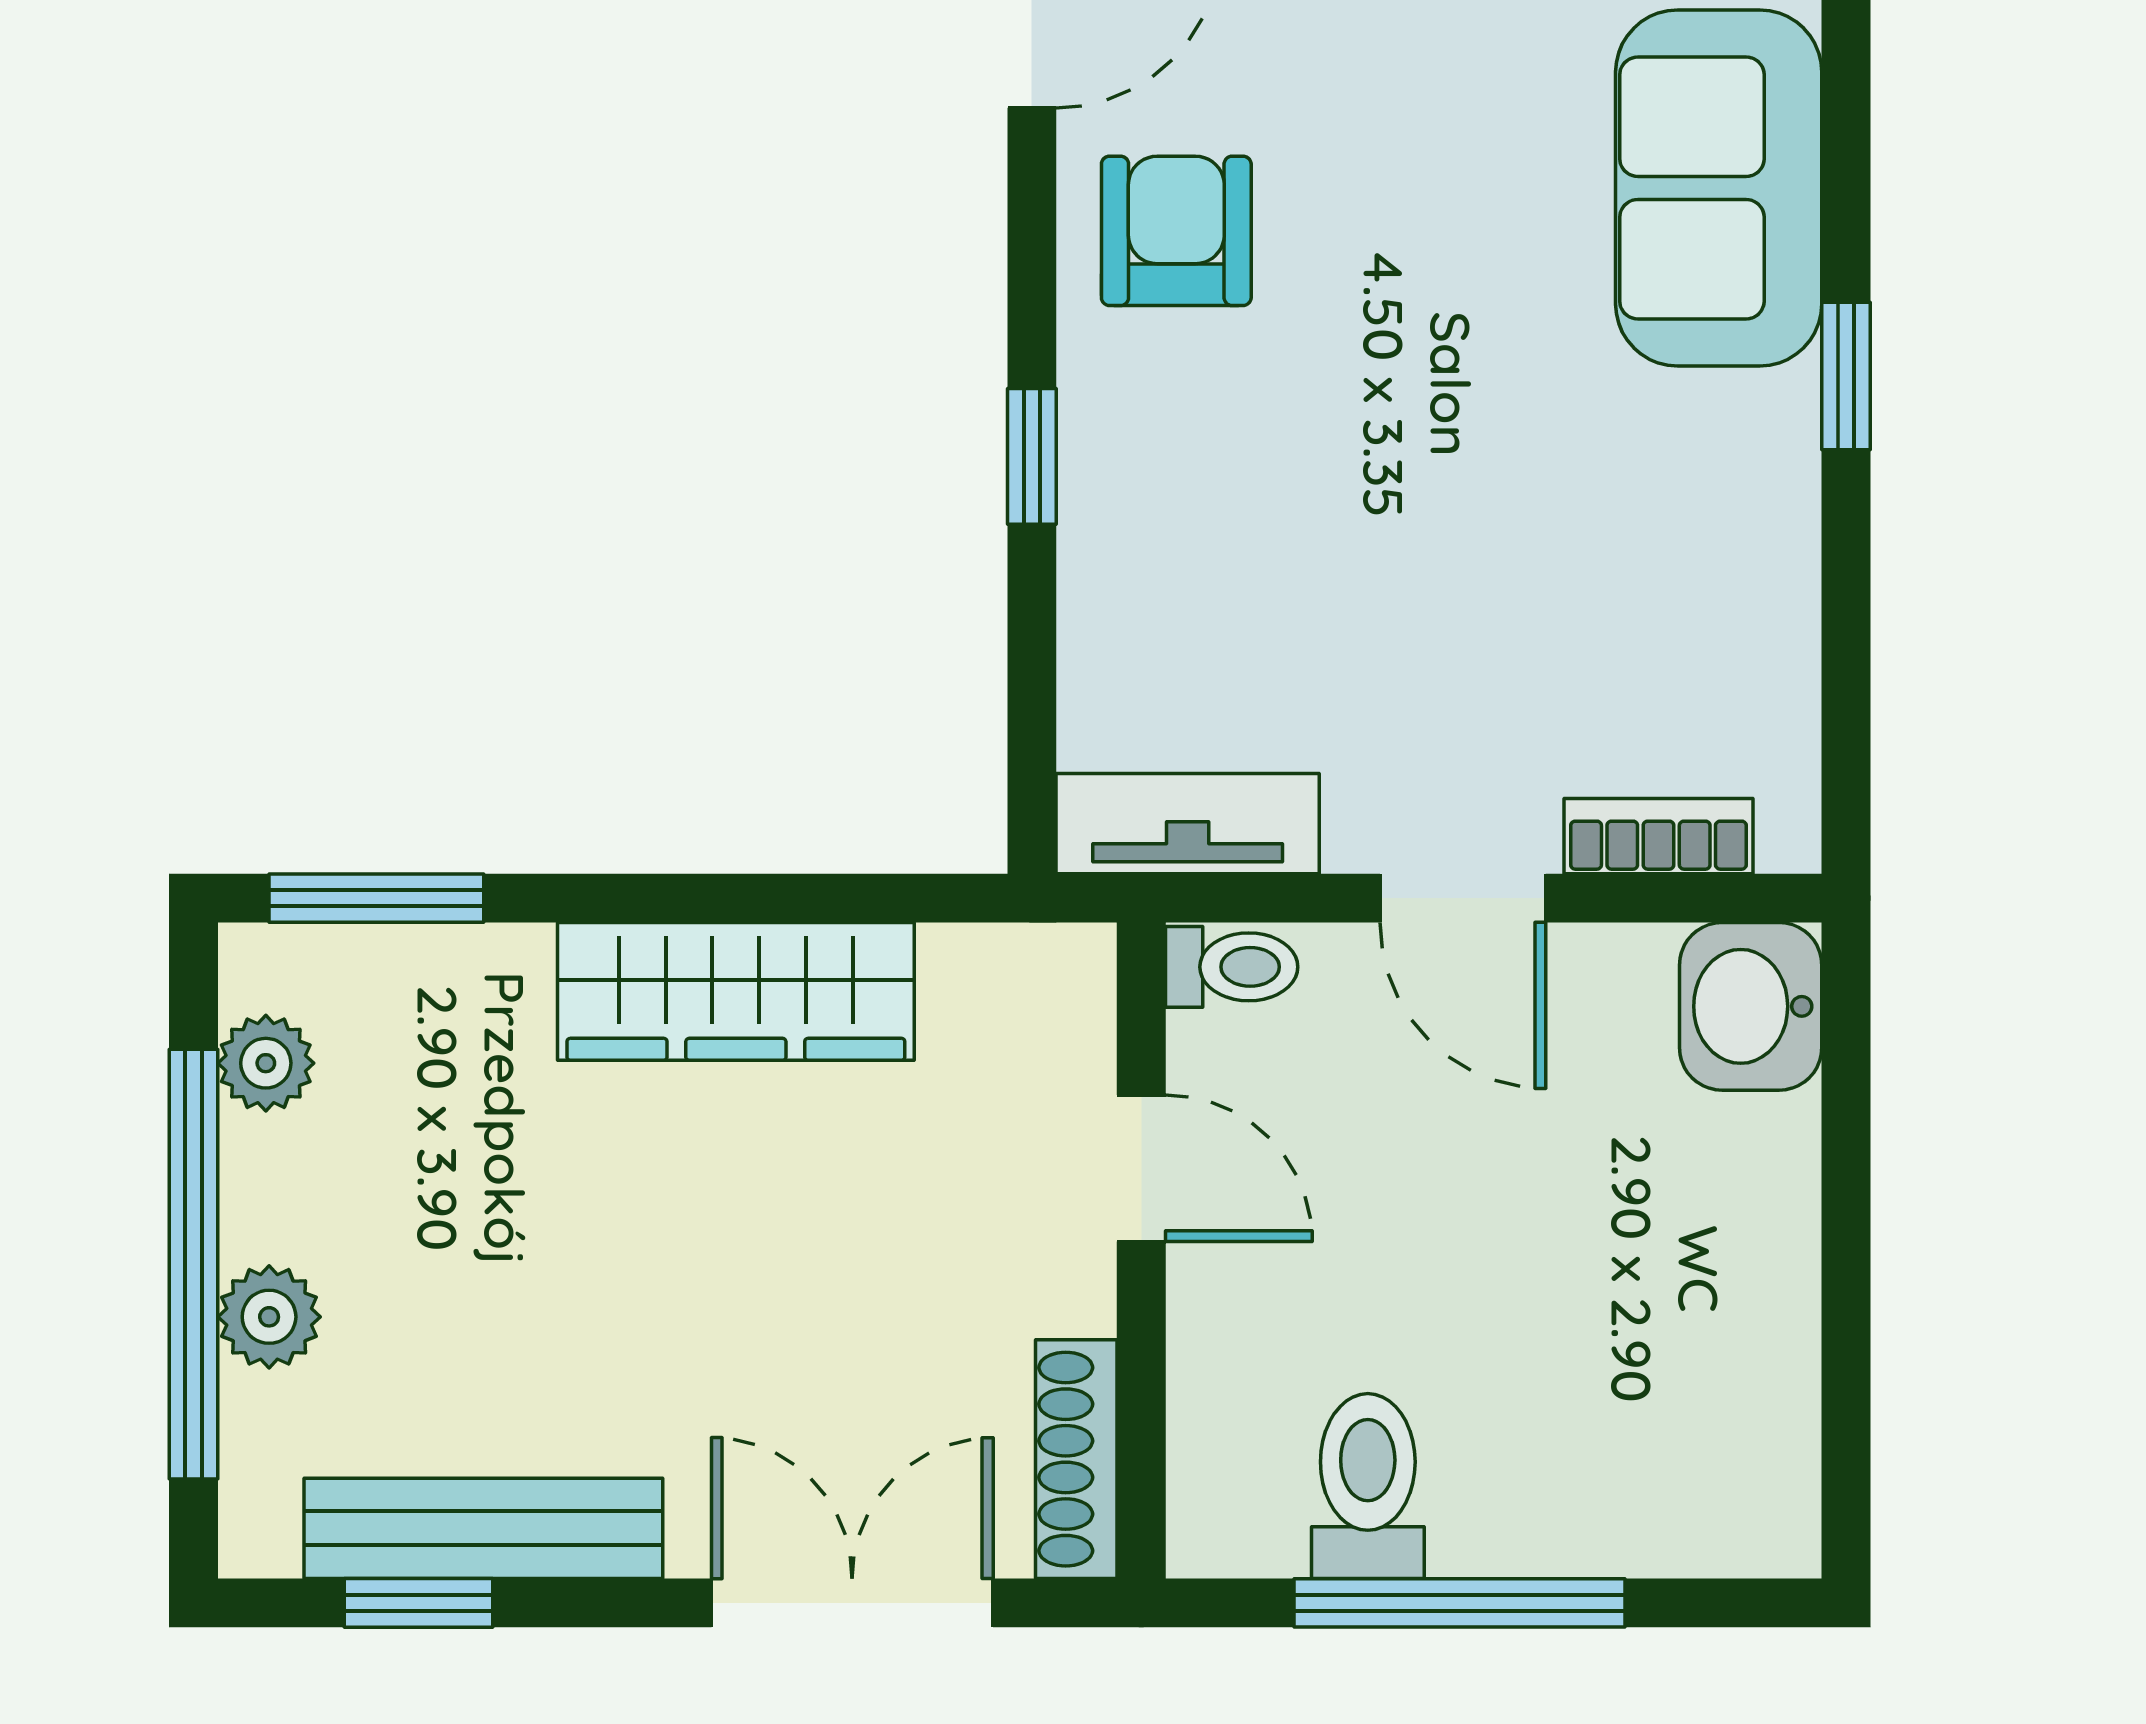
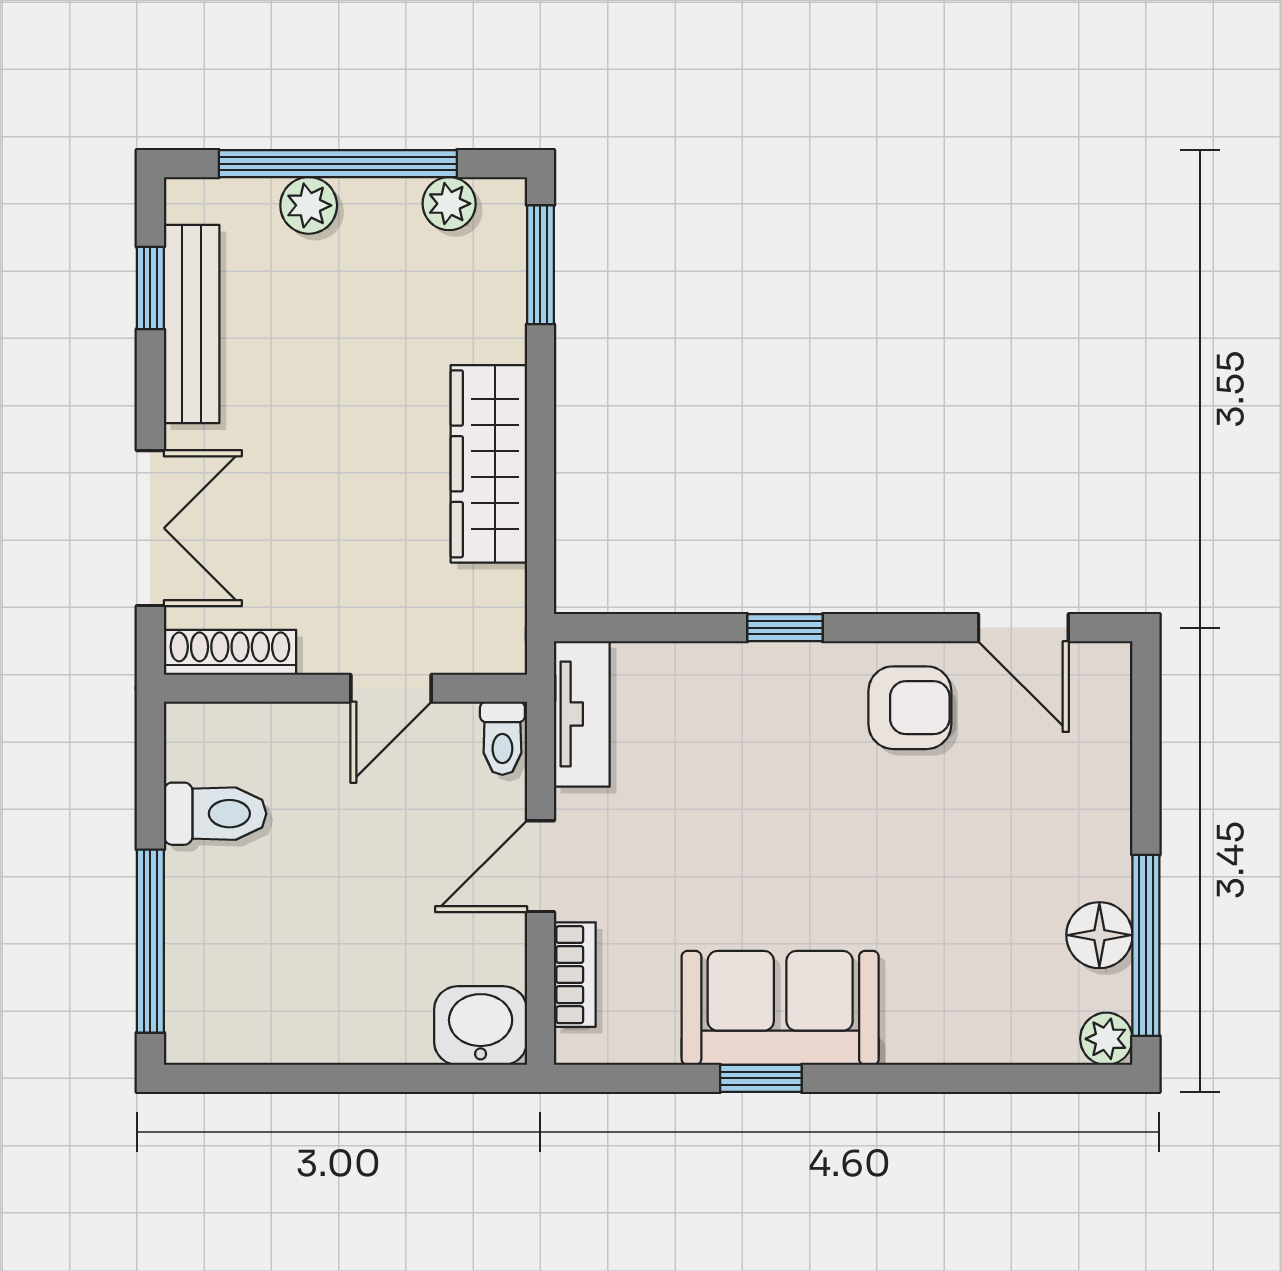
sofa: (1719, 188) -> (780, 1008), moved
window: (1846, 376) -> (761, 1078), moved
window: (1460, 1603) -> (150, 941), moved

